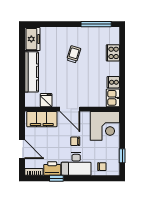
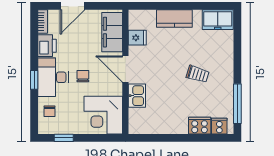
kitchen counter: (32, 72) -> (174, 18), width x0.67
cooker: (113, 82) -> (219, 126), moved
kitchen sink: (113, 98) -> (137, 96), moved, turned 90
door: (70, 109) -> (125, 69), hinge flipped
window: (56, 178) -> (34, 80), moved

